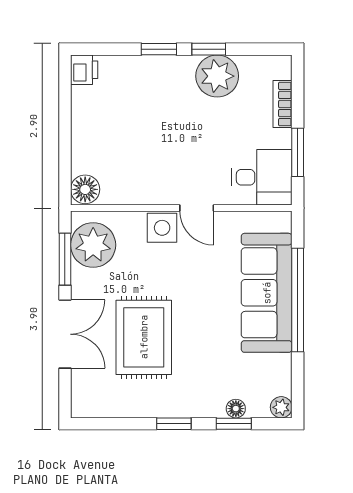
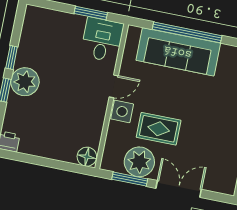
plant: (217, 76) -> (25, 82), moved
bookcase: (283, 104) -> (57, 17), removed
plant: (93, 245) -> (139, 162), moved
rug: (144, 337) -> (159, 129), moved, width x0.73, depth x0.70

